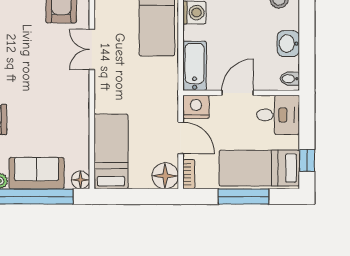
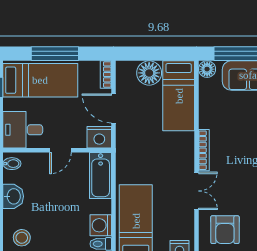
bookcase: (84, 93) -> (204, 150), added
door: (238, 93) -> (60, 150), width x0.73
floor lamp: (165, 176) -> (149, 73), moved

